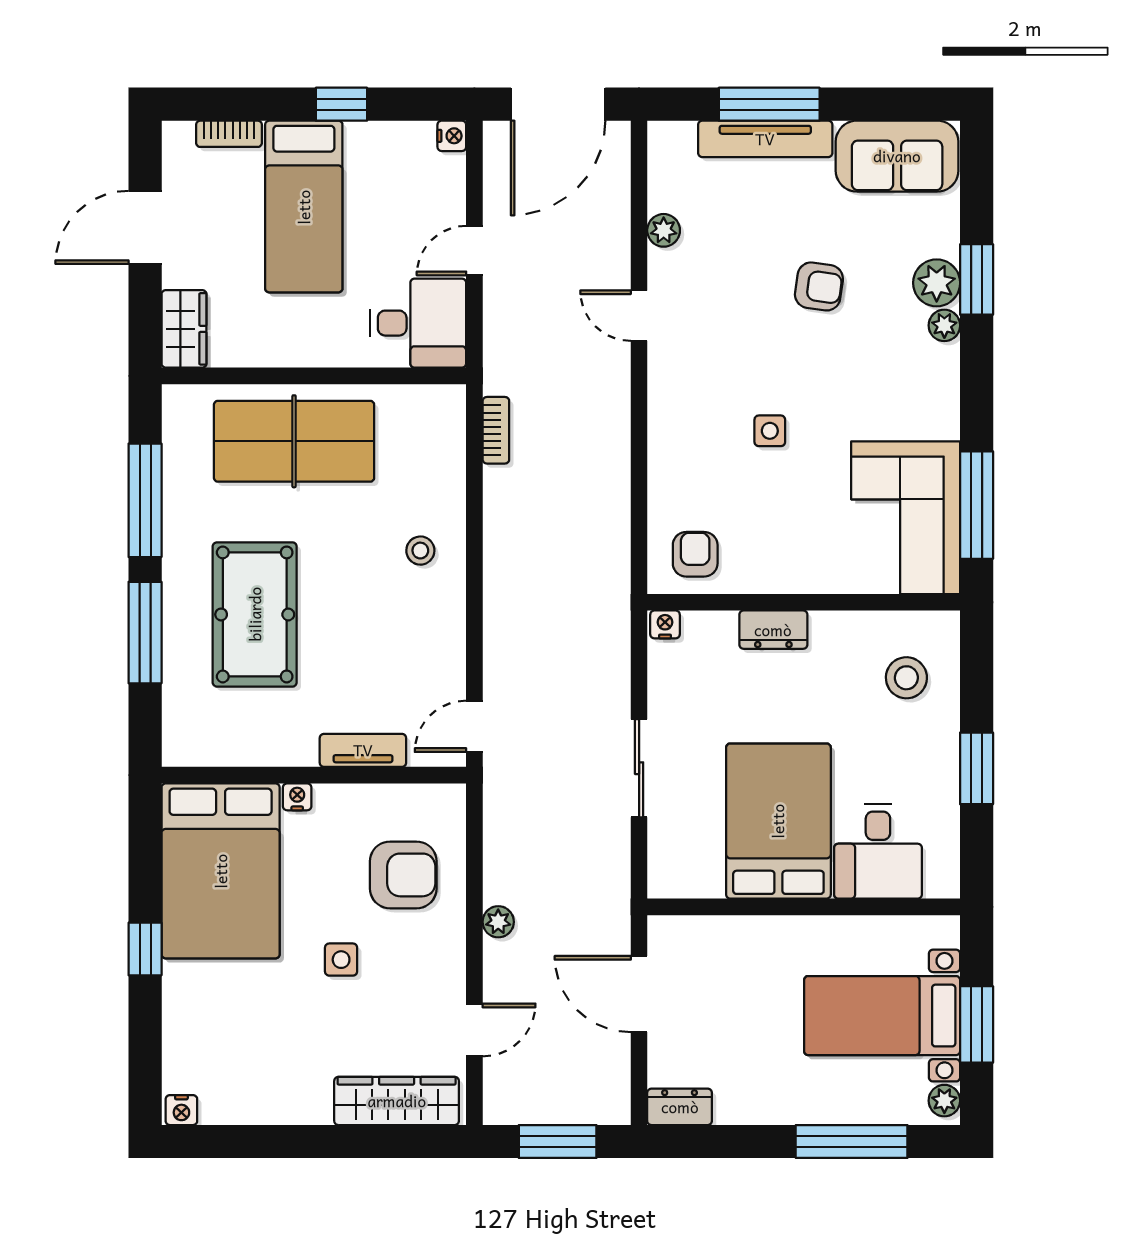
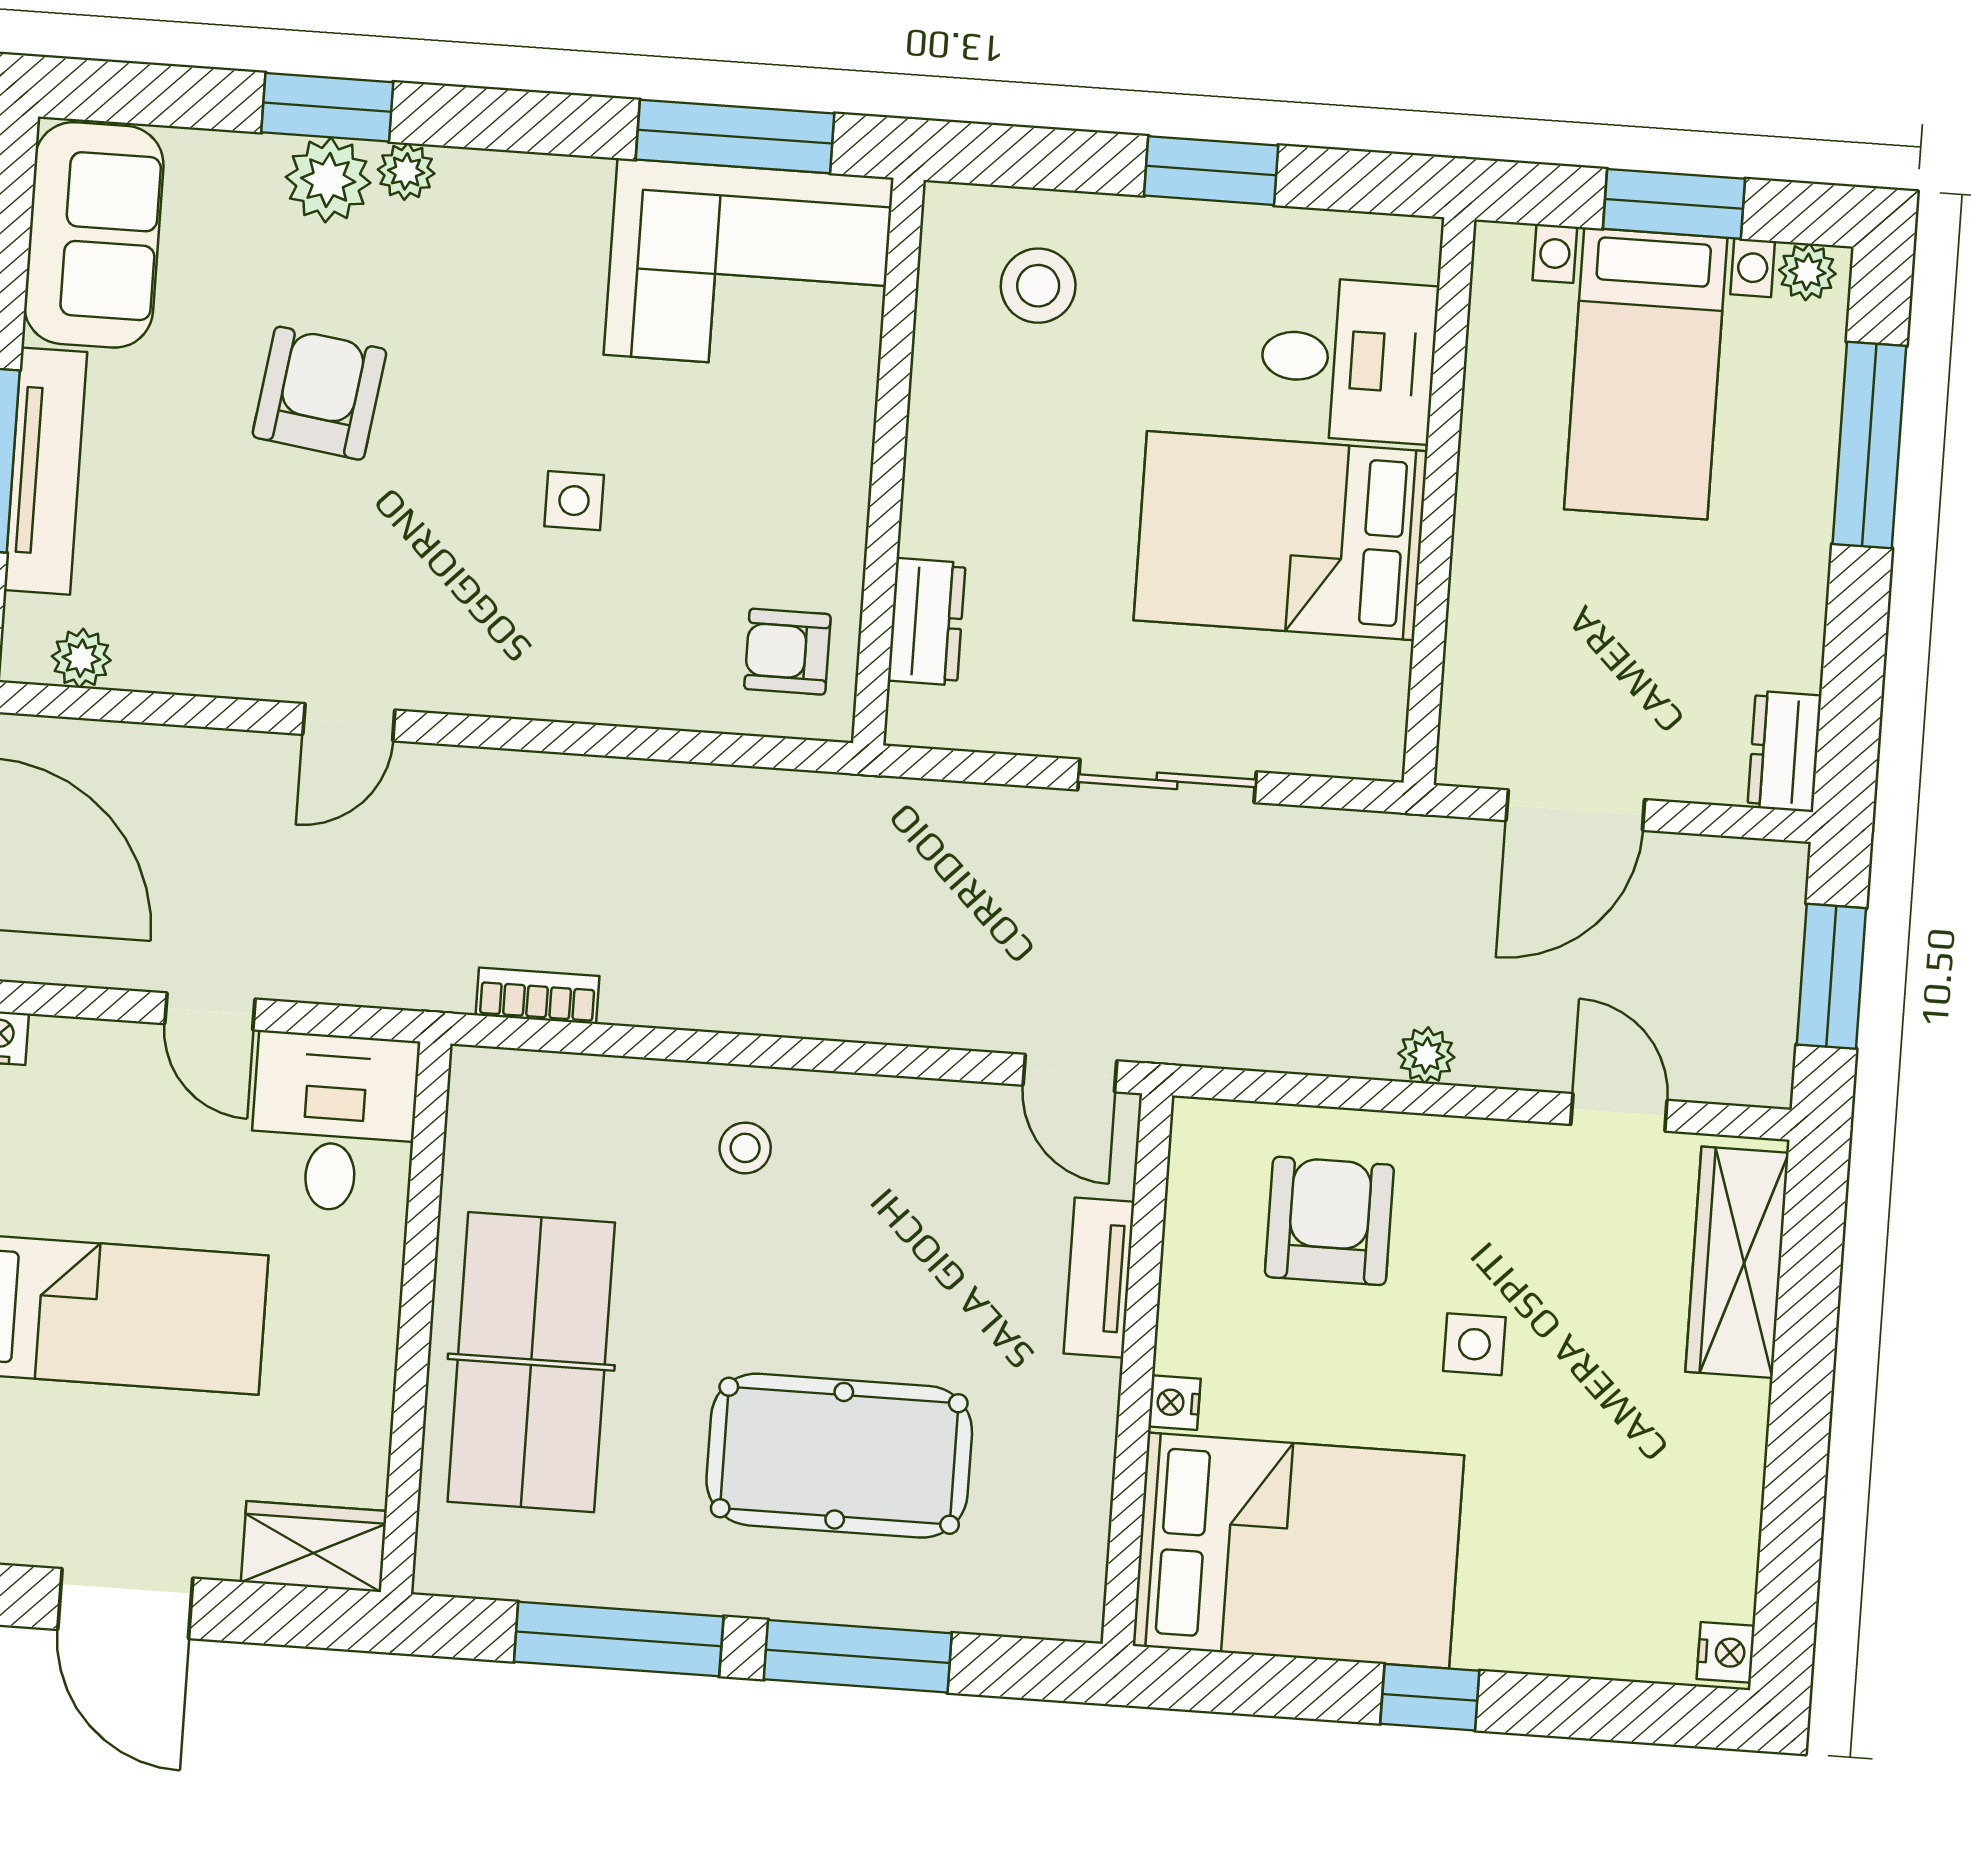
plant: (664, 230) -> (81, 658), moved
armchair: (819, 286) -> (319, 393), width x1.38, depth x1.38
nightstand: (665, 624) -> (910, 715), removed
dresser: (773, 630) -> (927, 622), moved

